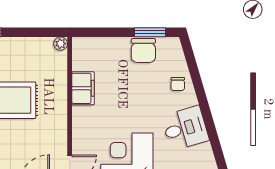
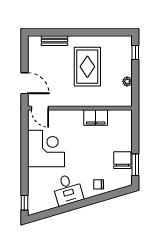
plant: (61, 44) -> (127, 81), moved
chair: (143, 51) -> (122, 160), turned 90

